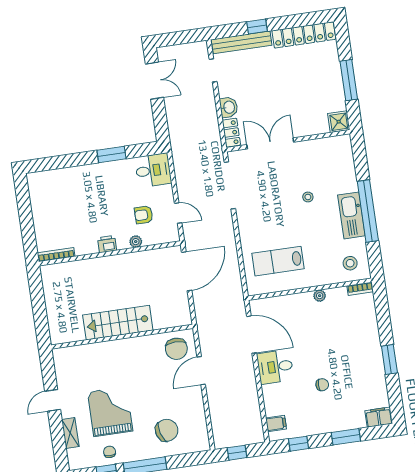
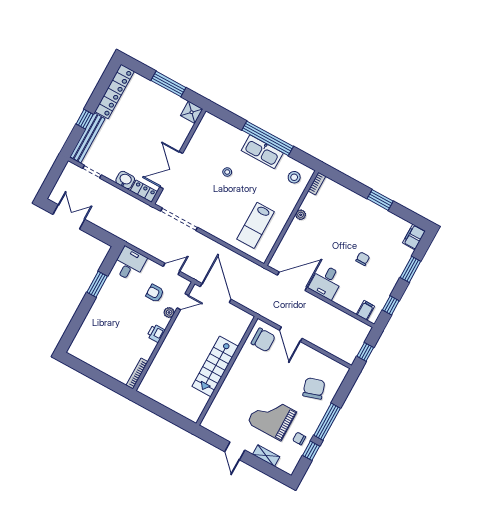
armchair: (144, 215) -> (155, 293), turned 90
door: (156, 247) -> (183, 302), added

